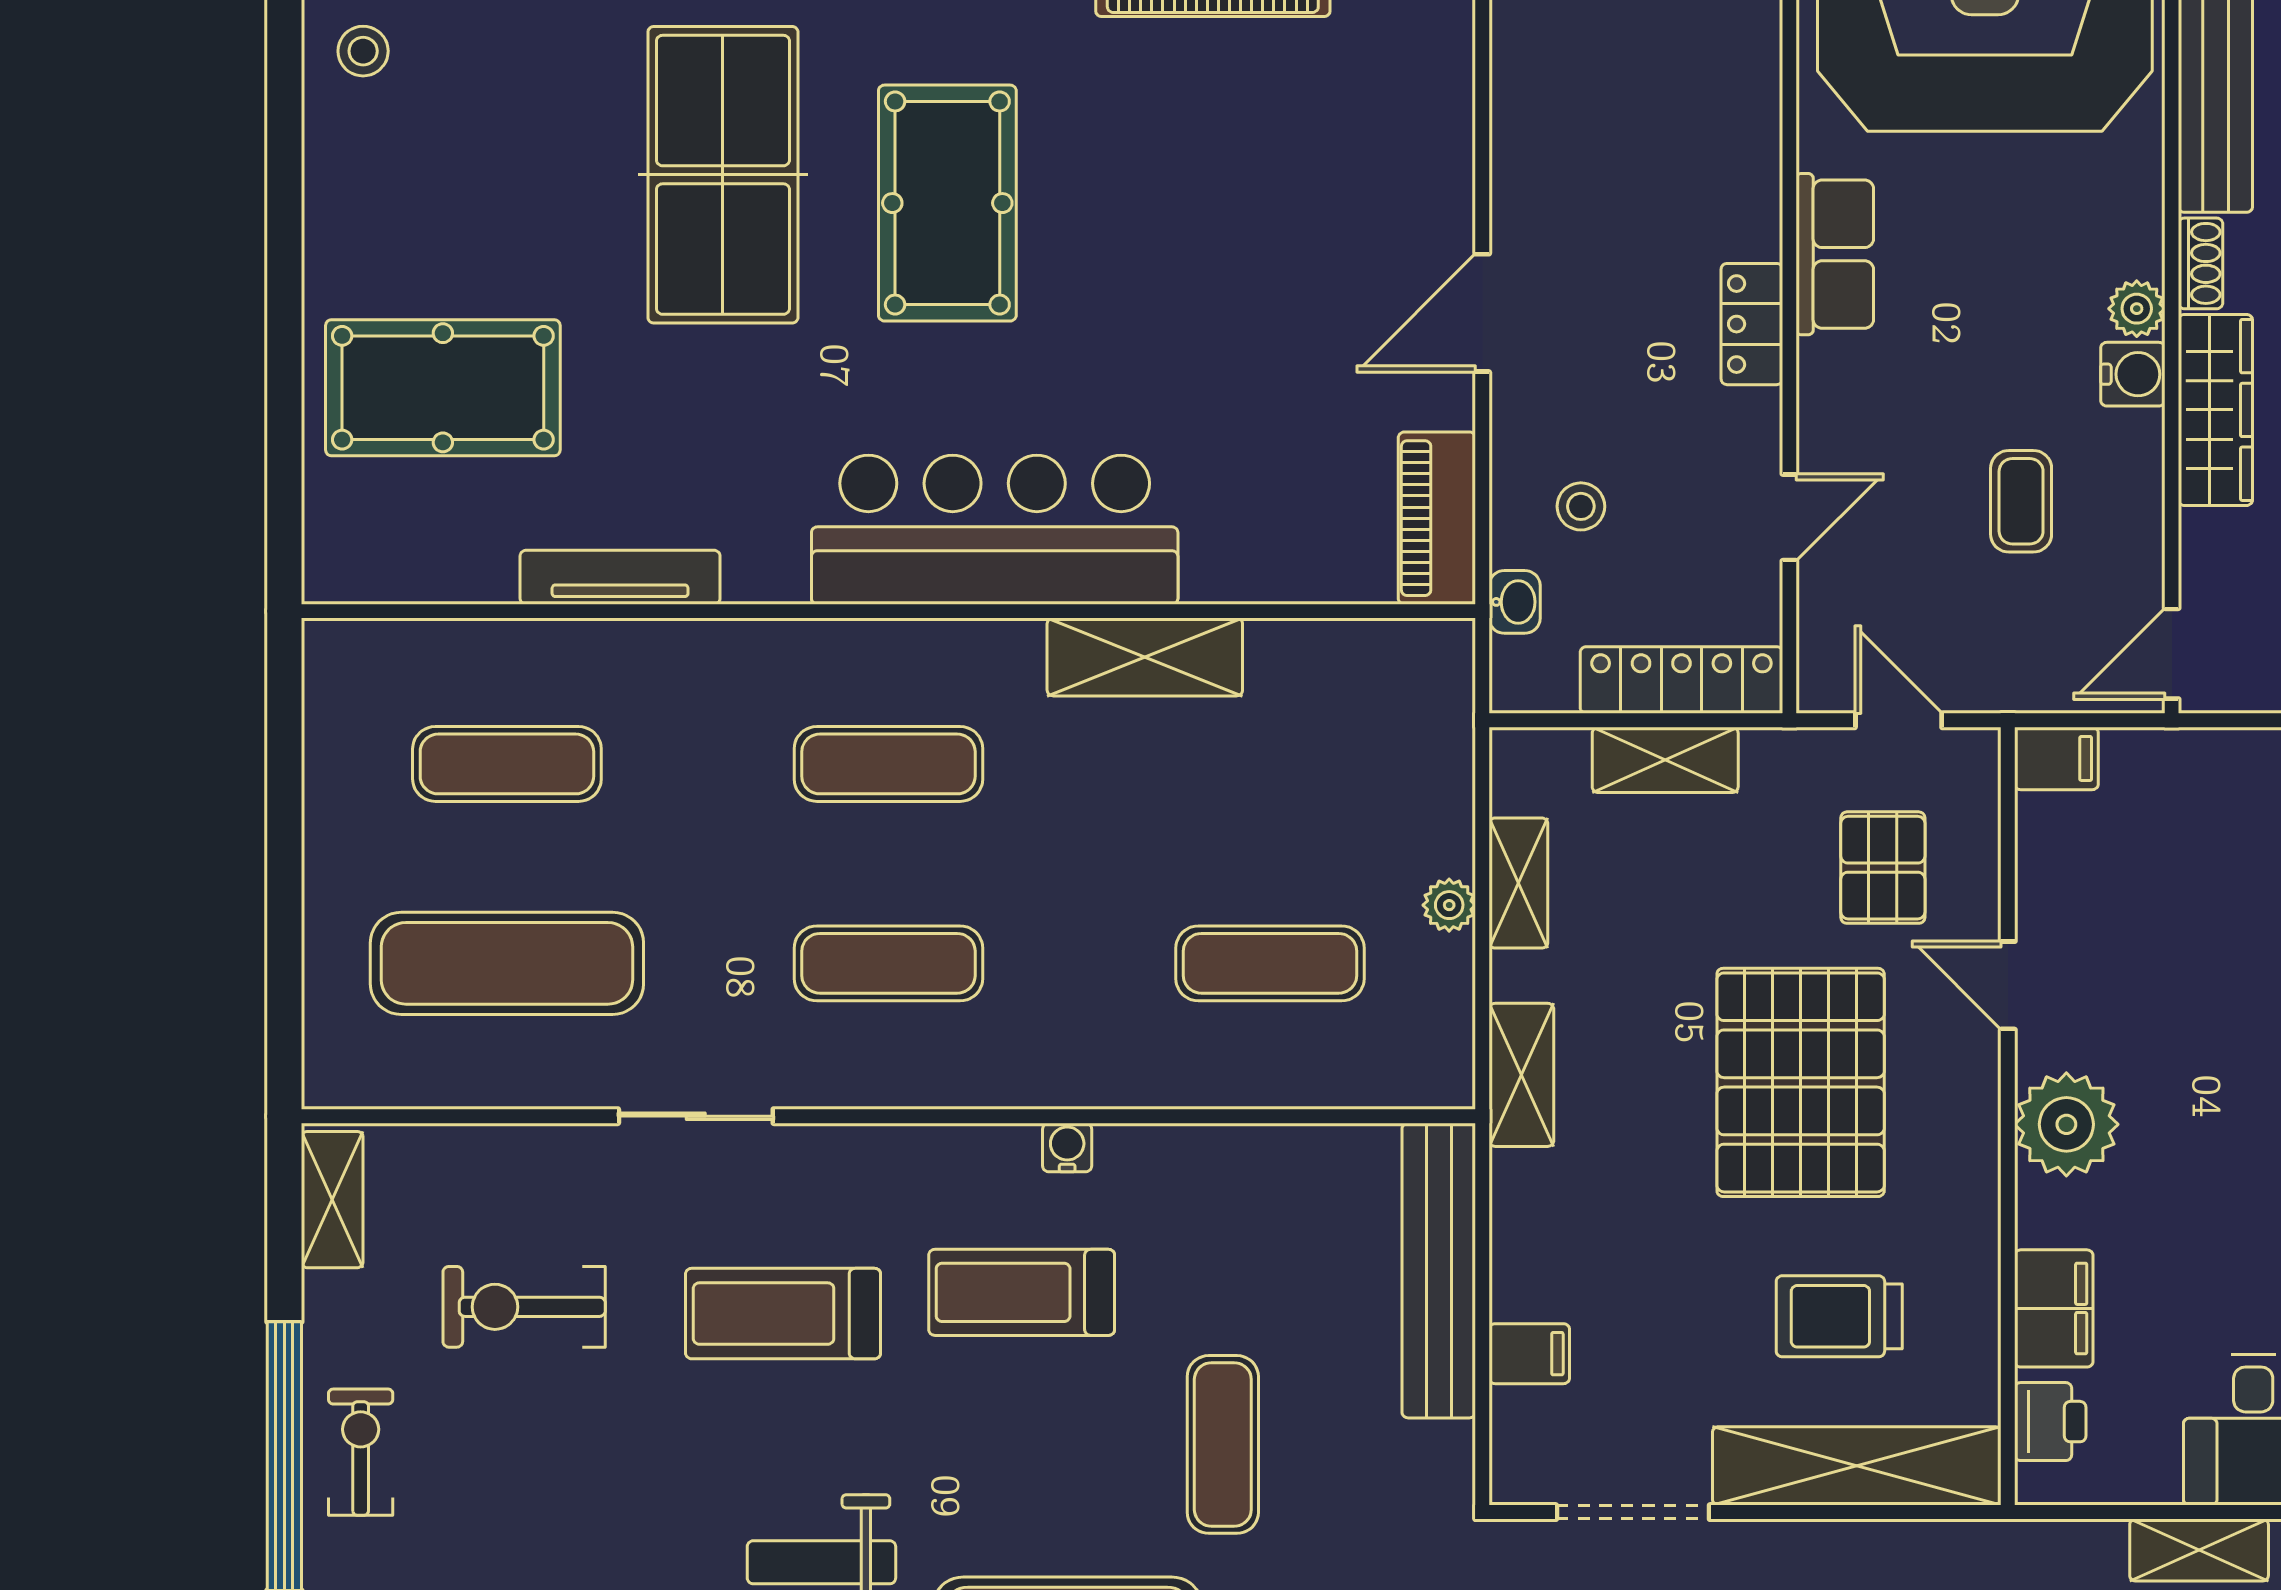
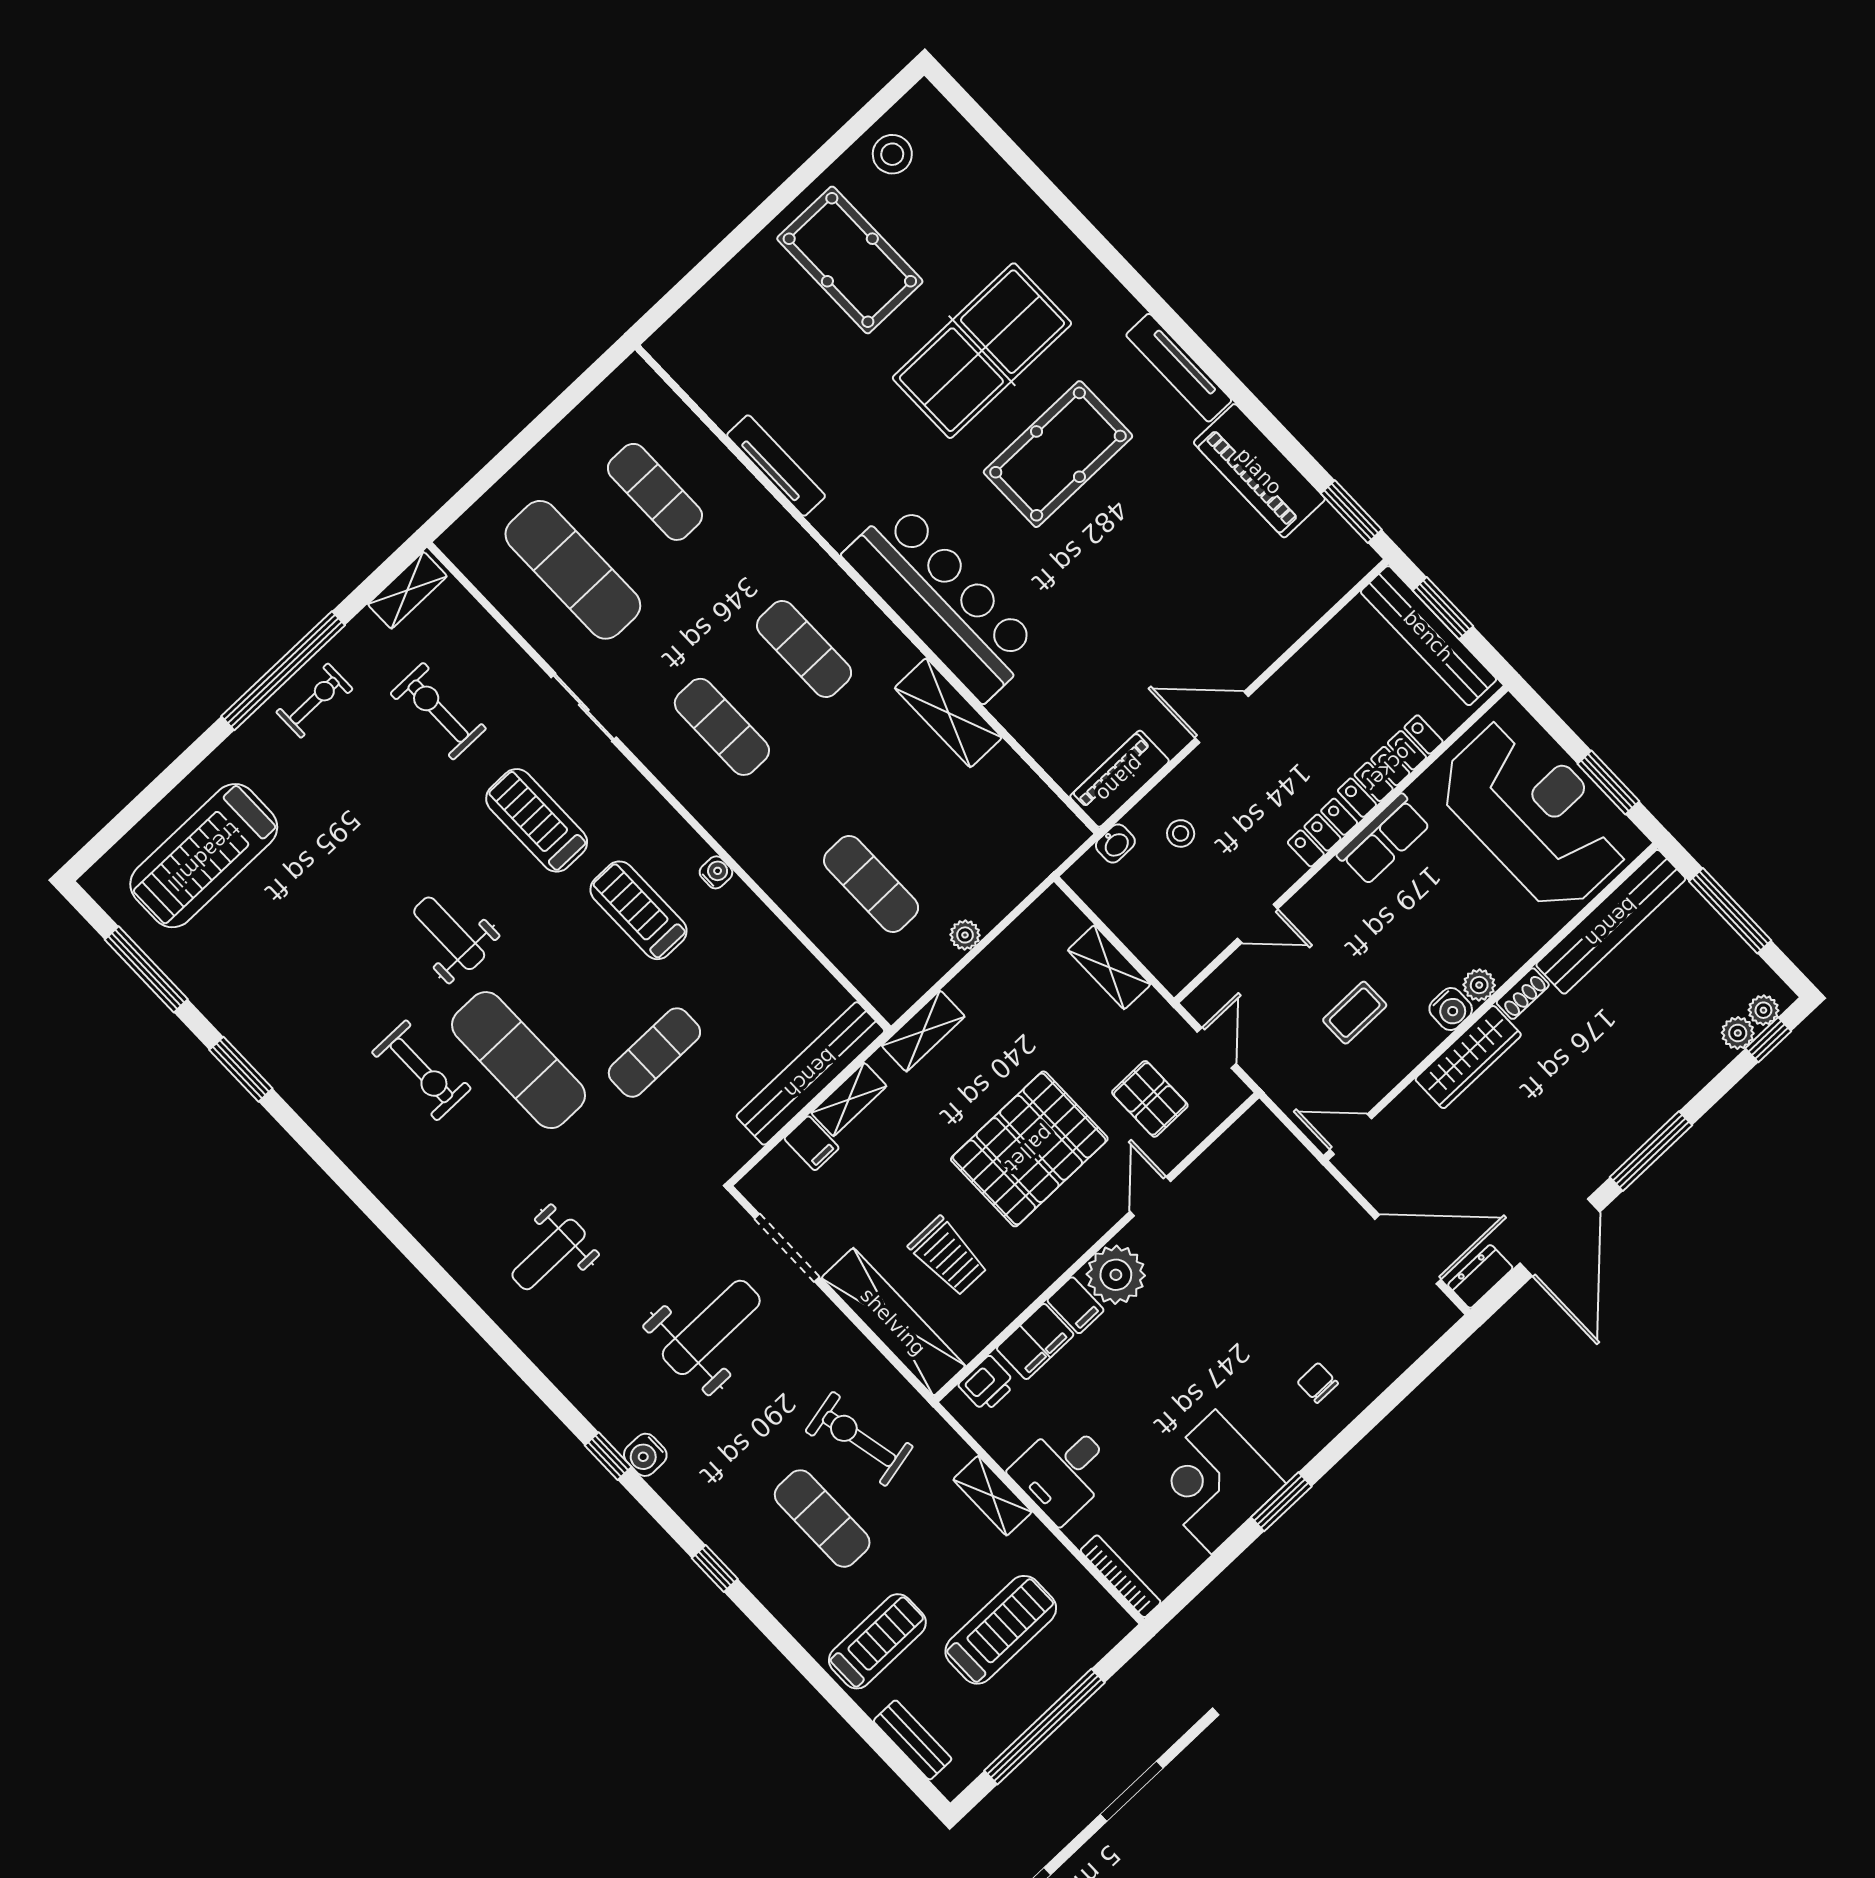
stool: (363, 51) -> (892, 154), width x1.37, depth x1.37
pool table: (443, 388) -> (850, 260), moved
locker: (1681, 680) -> (1390, 766), moved, turned -90
filing cabinet: (2056, 758) -> (1076, 1305), moved
pallet: (1883, 868) -> (1150, 1099), turned 90
shelving: (1518, 883) -> (849, 1099), moved
trolley: (1839, 1316) -> (948, 1256), turned 180

